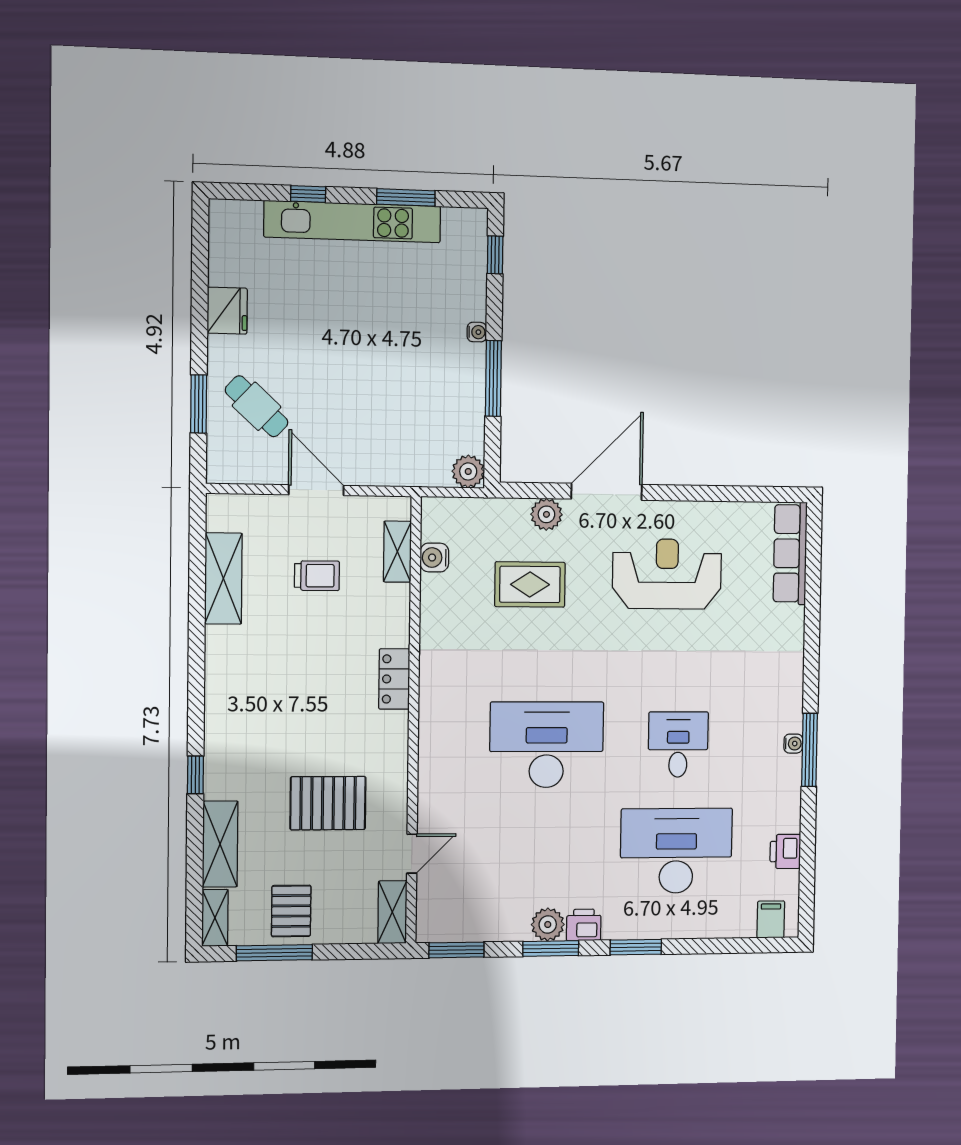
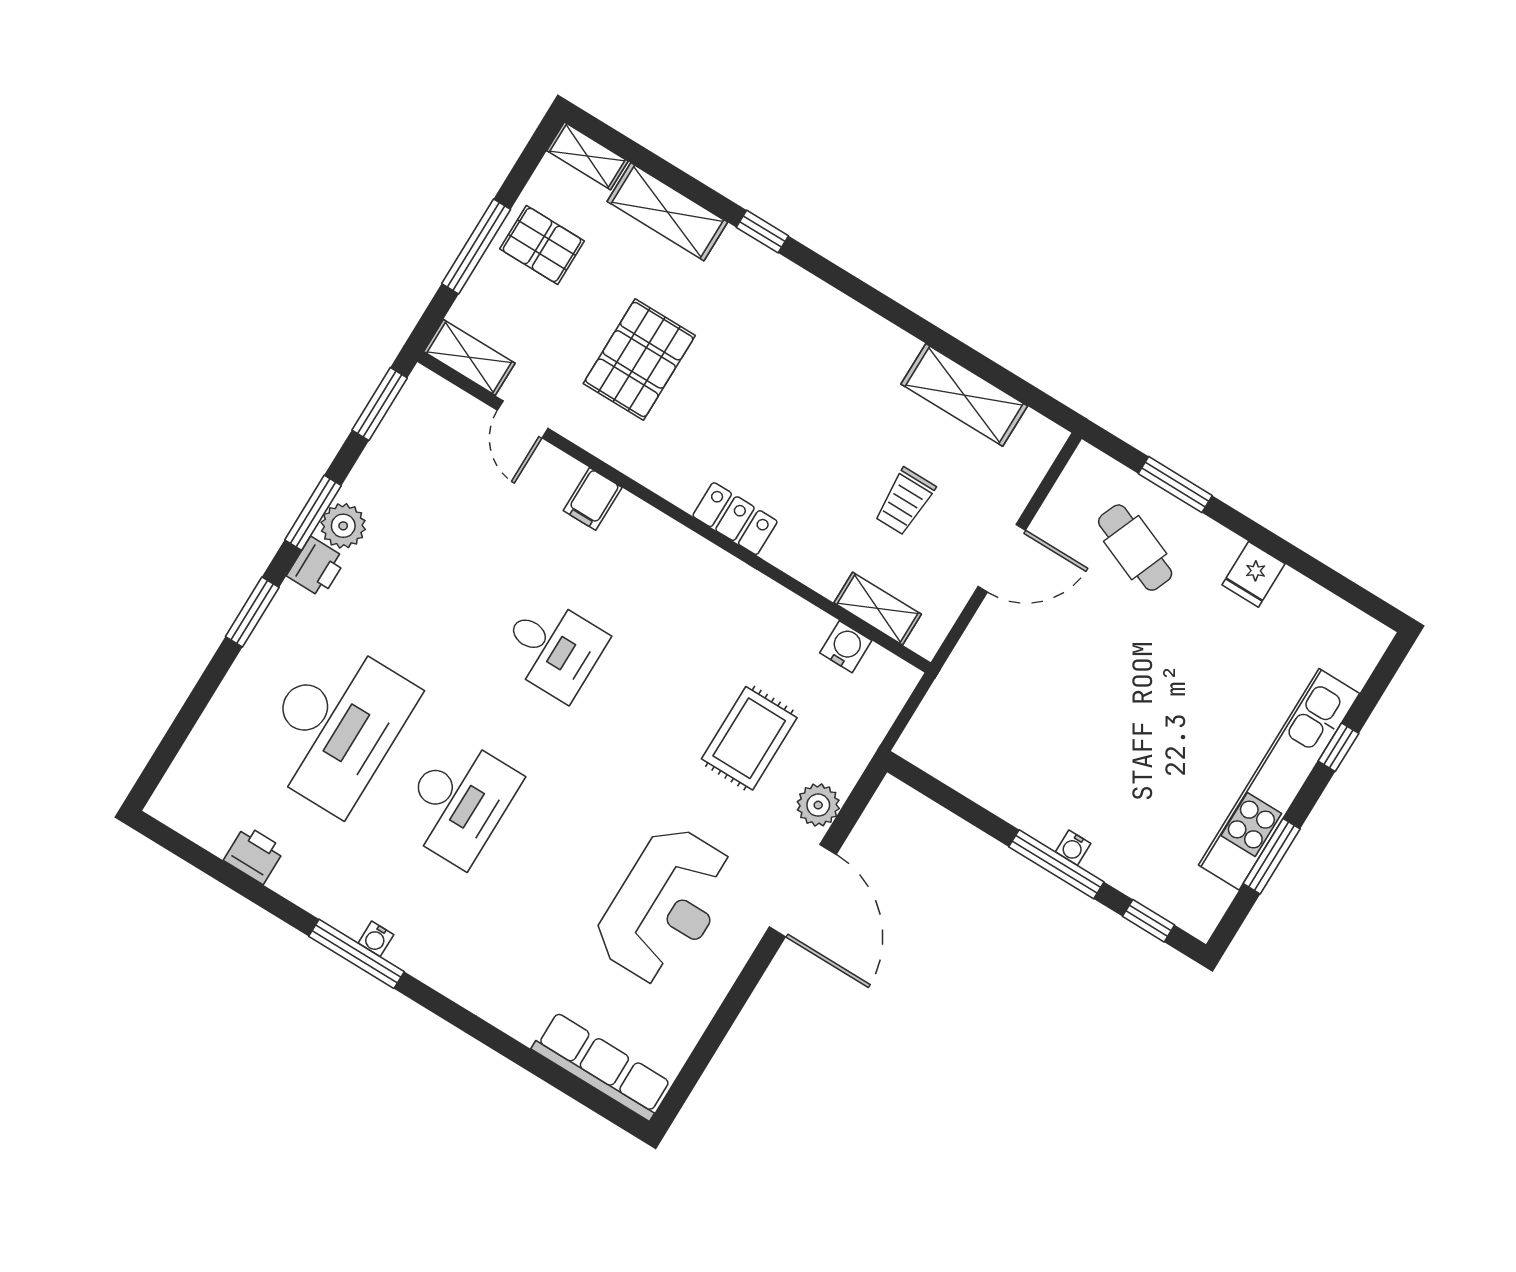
fridge: (227, 311) -> (1253, 574), width x0.72
window: (493, 378) -> (1056, 864), moved
cafe table: (257, 406) -> (1135, 548), turned 69
plant: (468, 471) -> (921, 744), removed
desk: (678, 744) -> (459, 802), width x1.37
desk: (547, 745) -> (553, 648), width x0.53, depth x0.77
filing cabinet: (771, 919) -> (593, 499), moved, turned 90
window: (274, 953) -> (476, 247), moved

